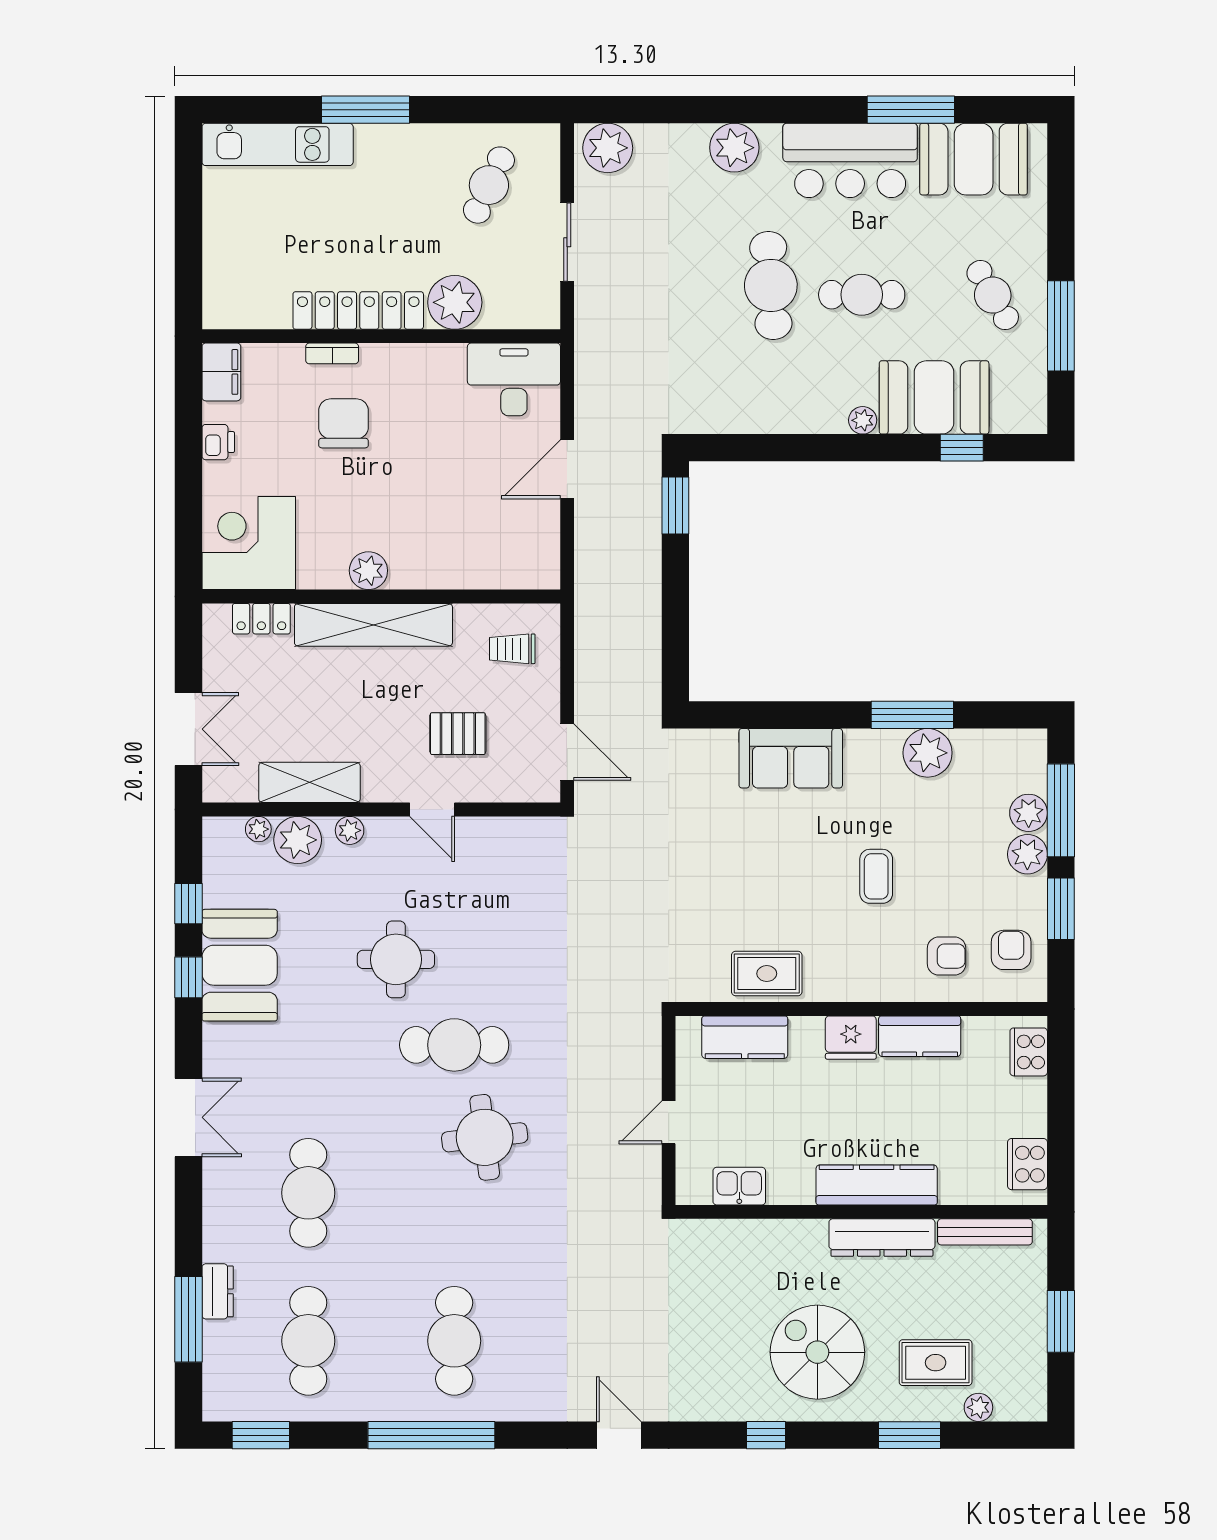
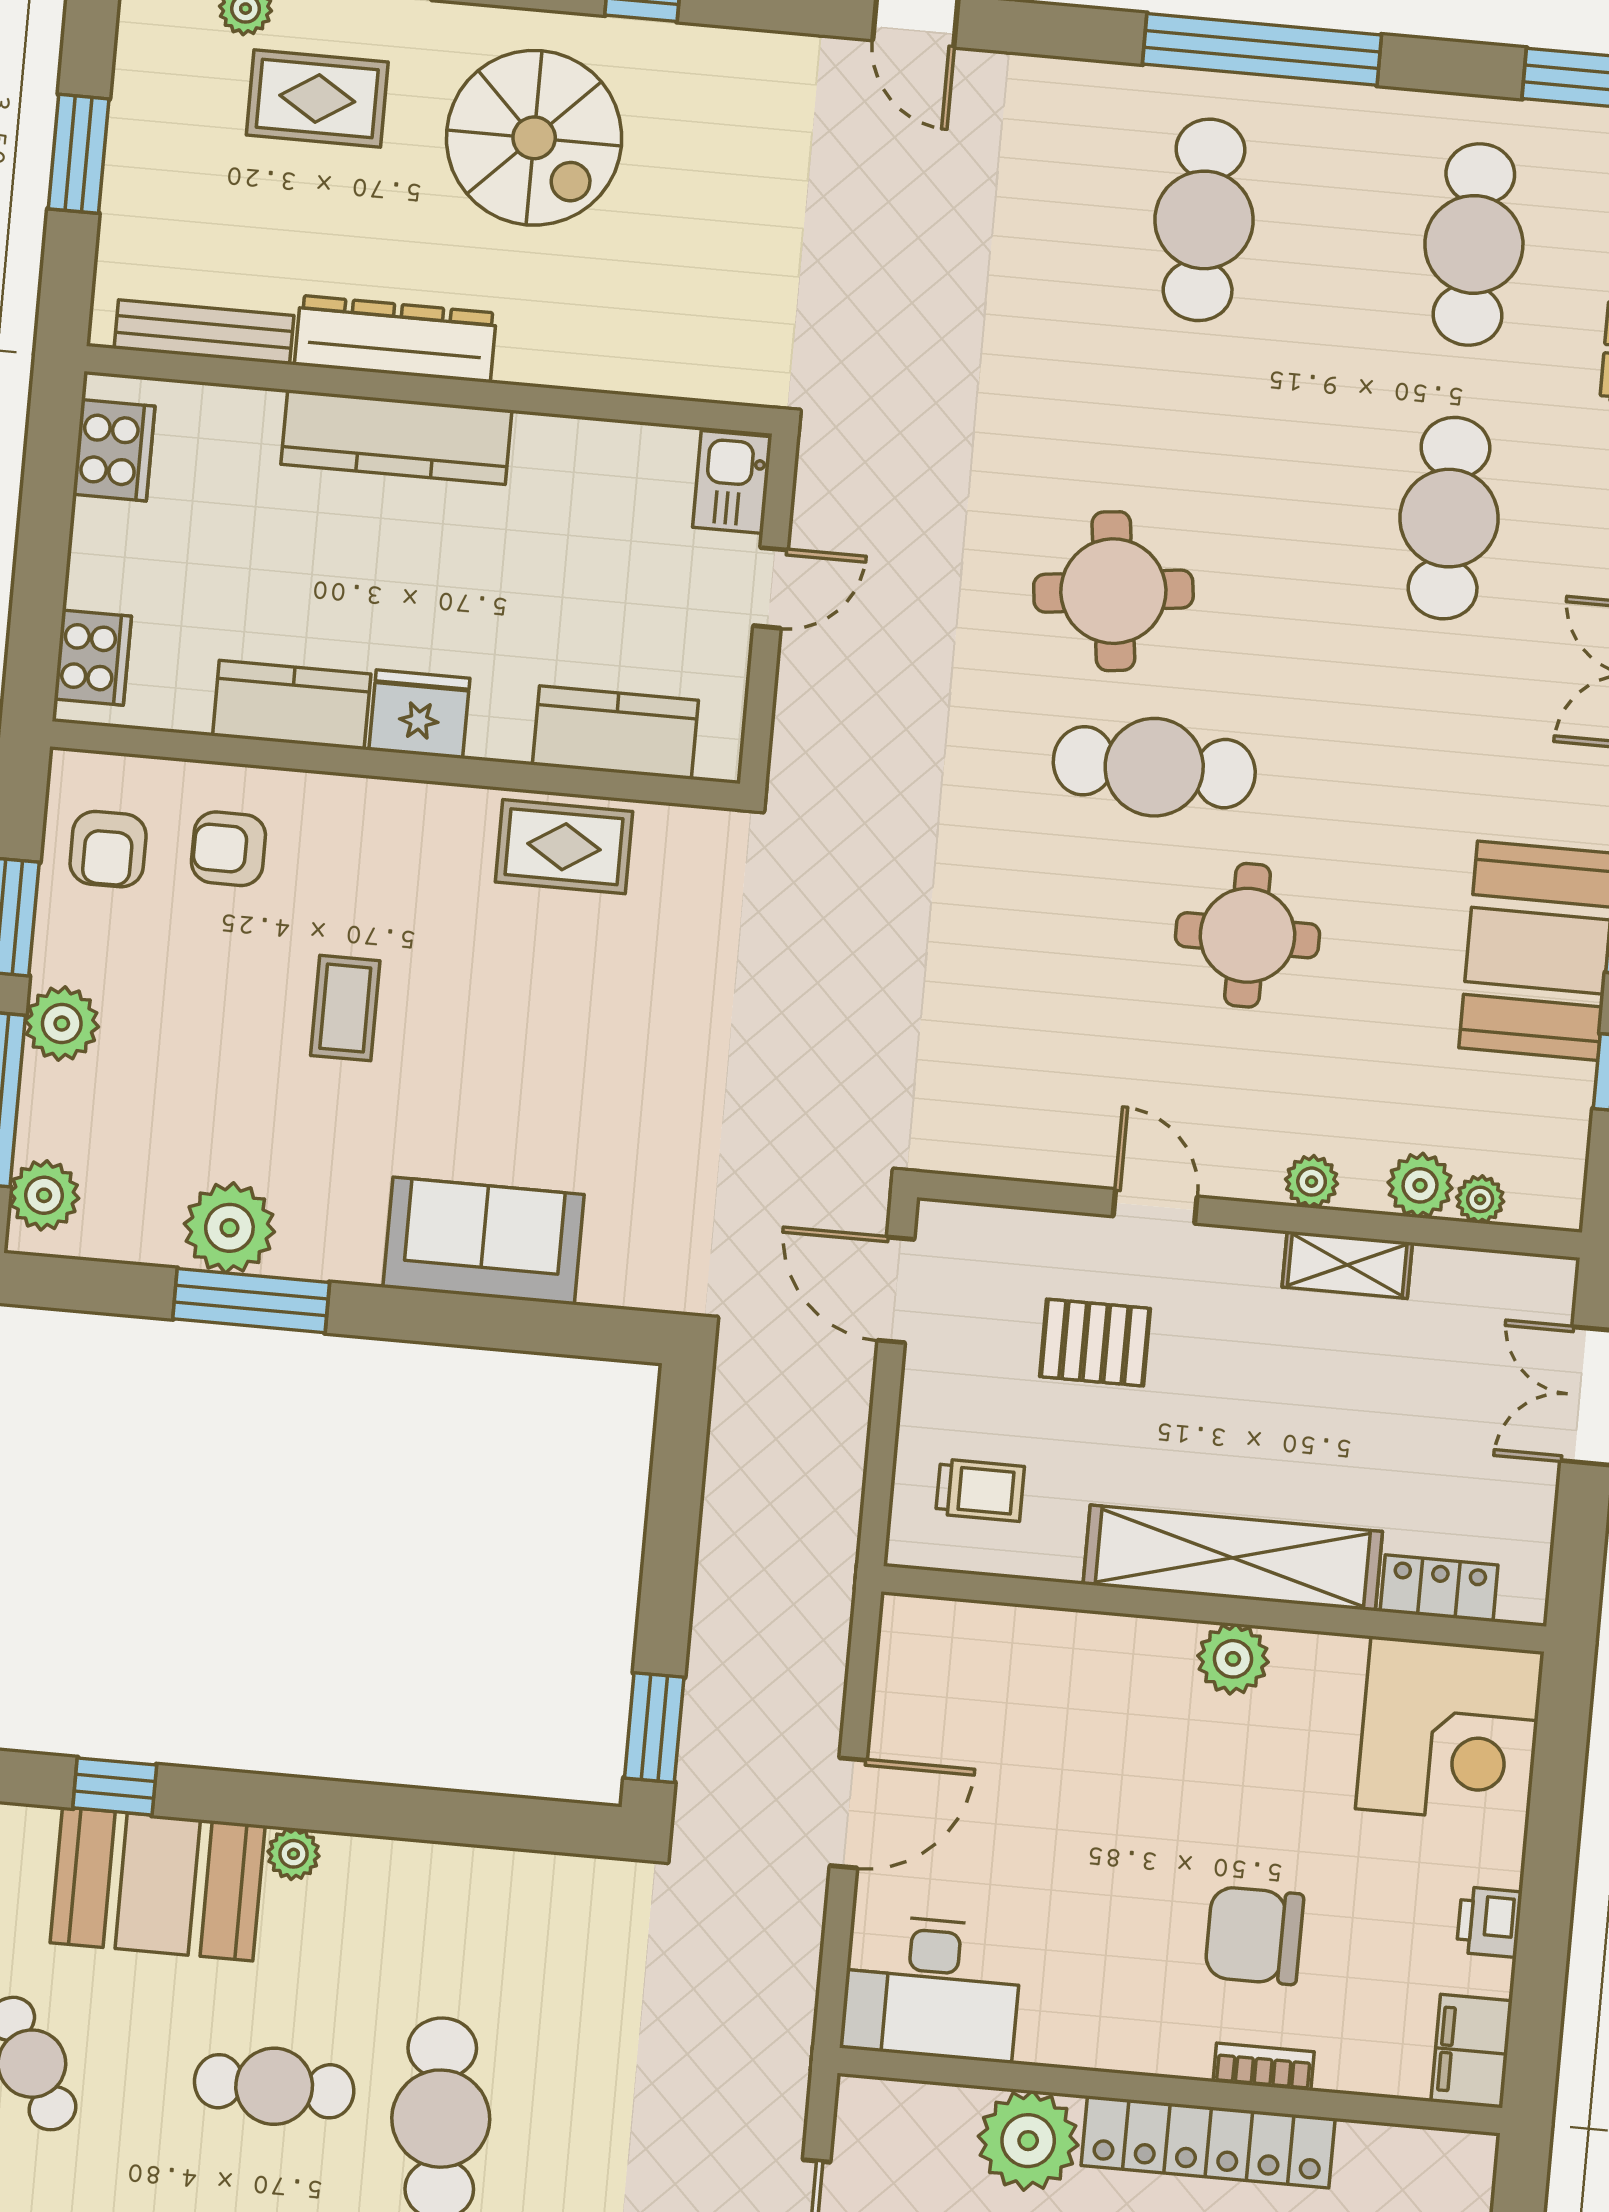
chair: (344, 423) -> (1254, 1936), turned 90
shelving: (309, 782) -> (1347, 1265), width x0.67, depth x0.75
plant: (1029, 813) -> (44, 1195), moved
plant: (298, 840) -> (1420, 1185), width x0.73, depth x0.73
kitchen sink: (739, 1186) -> (732, 482), moved, turned 90

